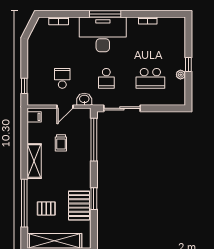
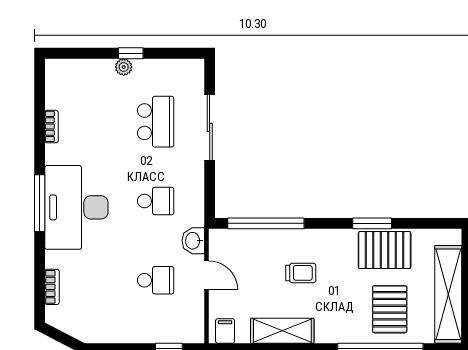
plant: (181, 75) -> (124, 67), moved
school desk: (62, 78) -> (156, 280), turned 180
sliding door: (122, 108) -> (210, 127), moved
trolley: (61, 143) -> (301, 273), moved
shelving: (34, 161) -> (282, 331), moved
pallet: (46, 208) -> (390, 309), width x1.50, depth x1.42

